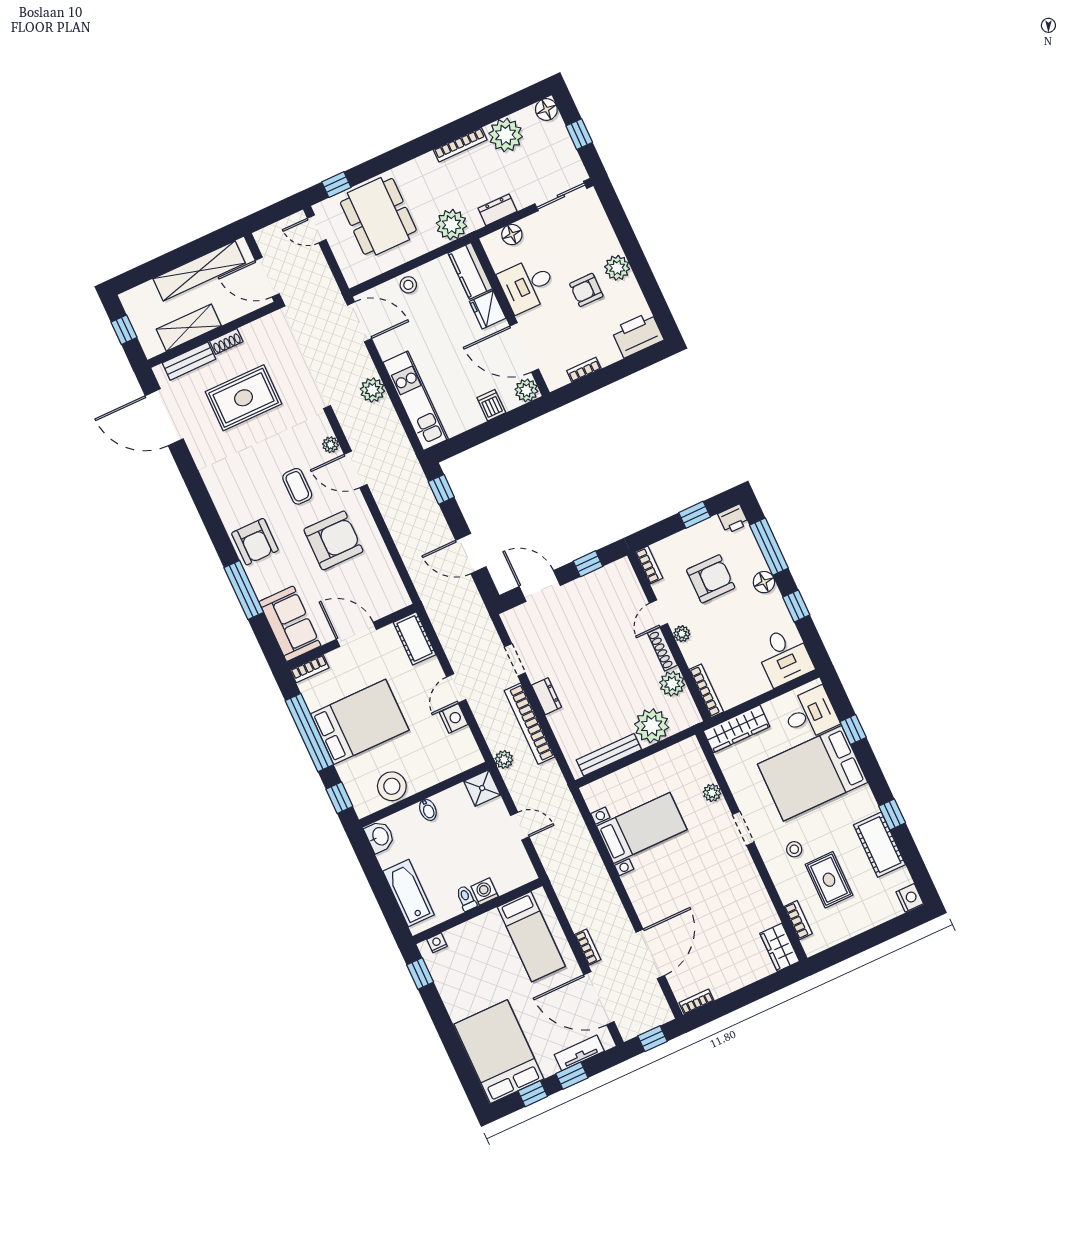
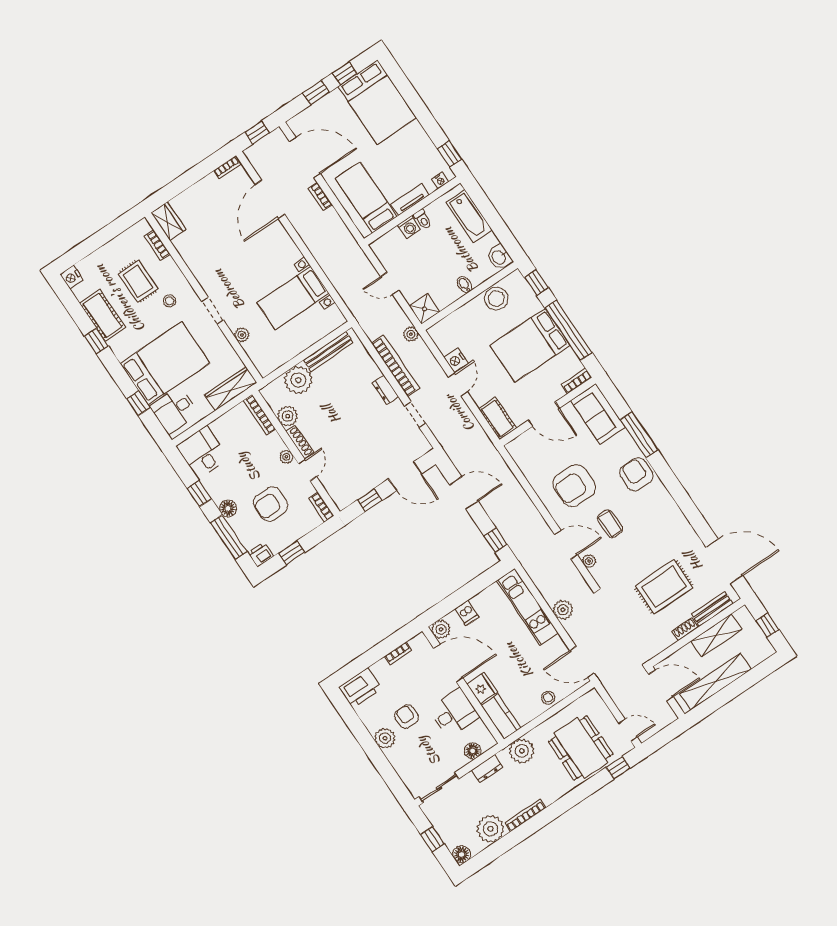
armchair: (586, 290) -> (407, 717), turned -90
tv unit: (579, 1053) -> (410, 199), moved, turned 180

